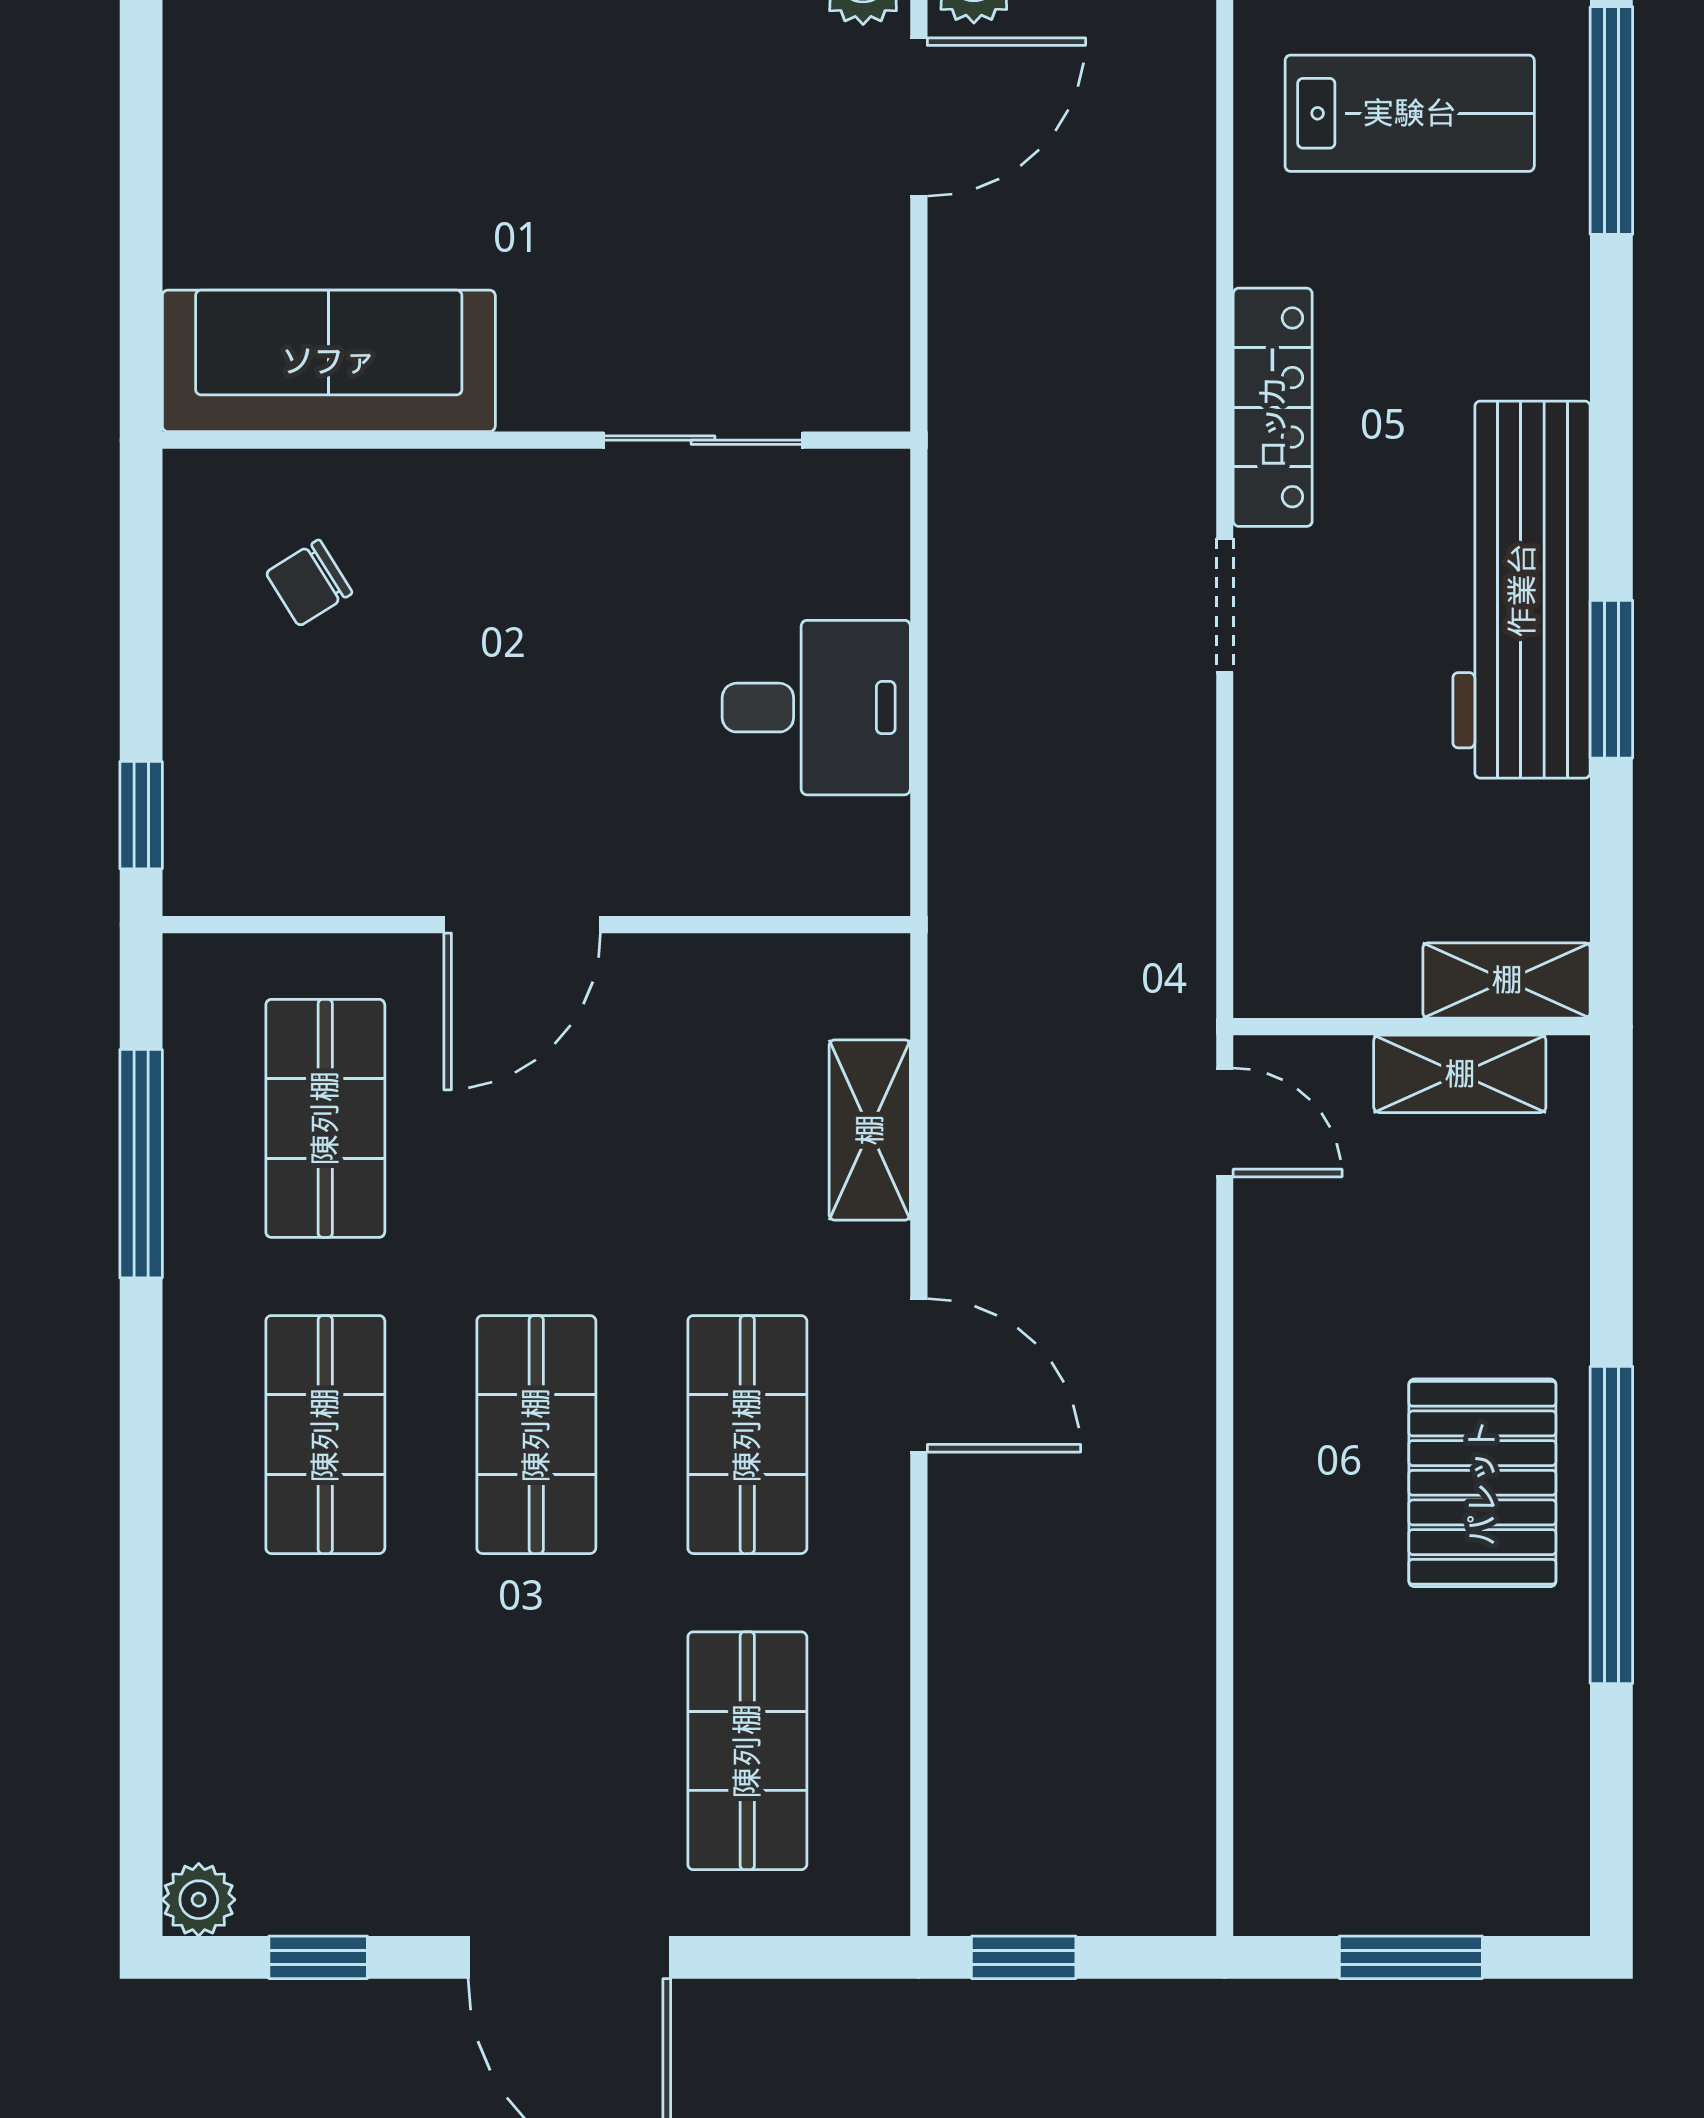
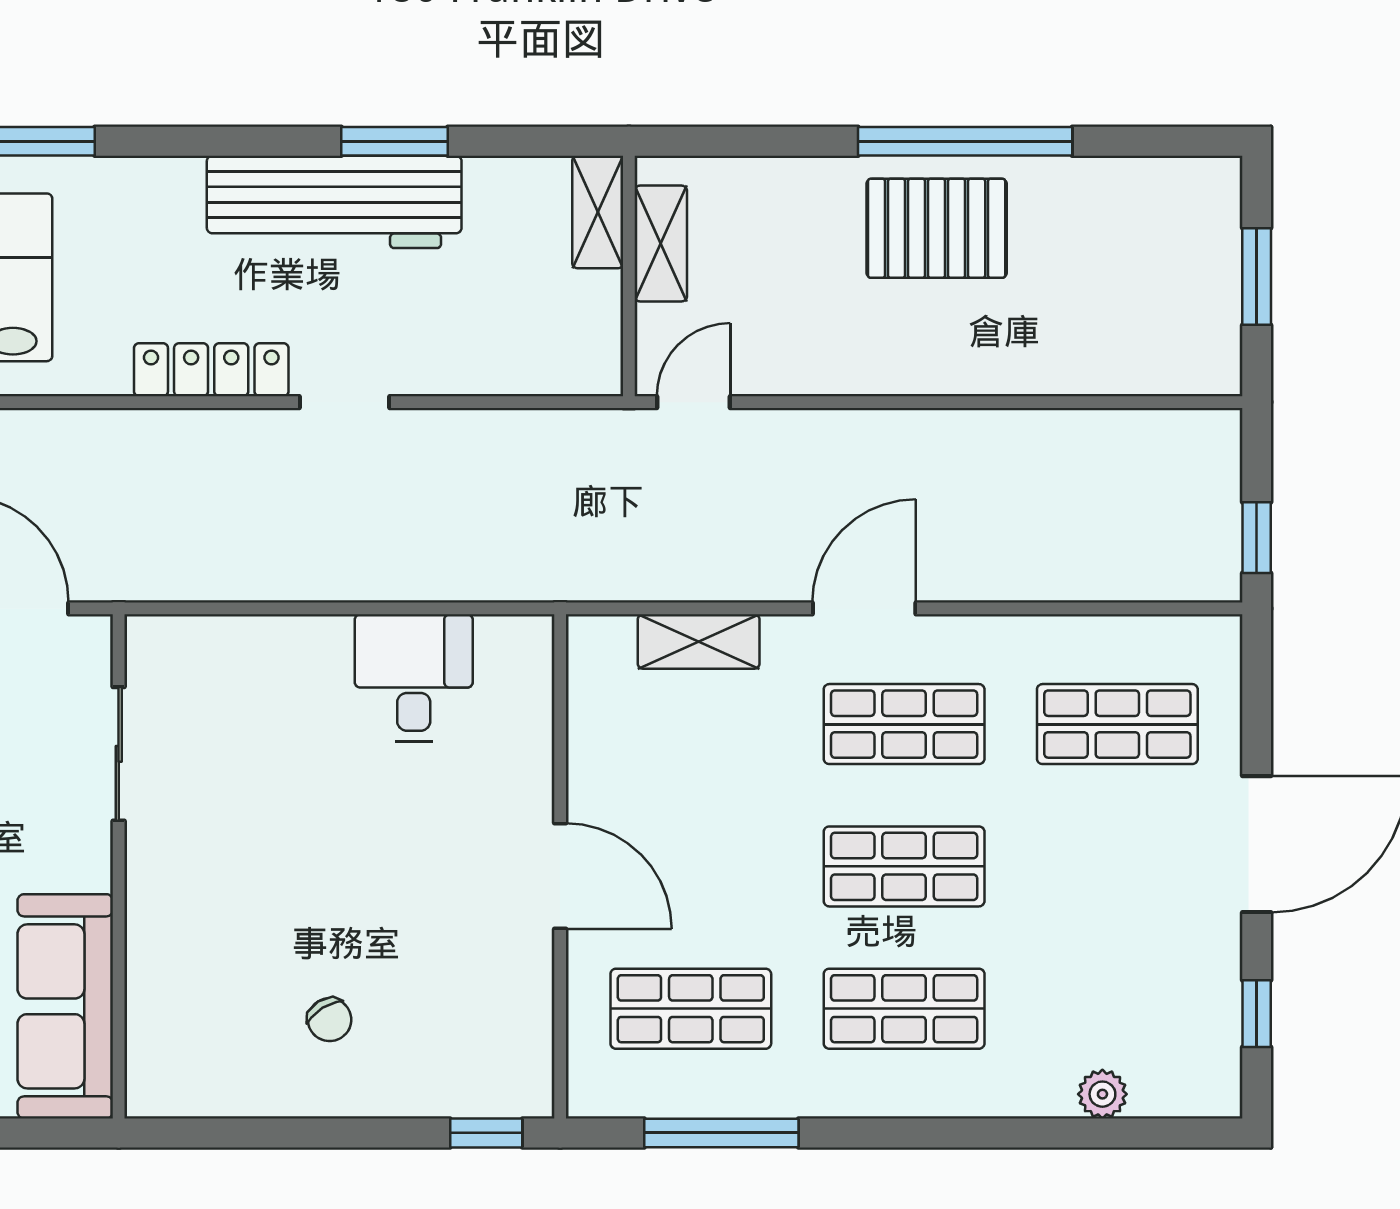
sofa: (329, 361) -> (65, 1006), moved
wall: (536, 440) -> (119, 866), moved
sliding door: (703, 440) -> (119, 754), moved
plant: (199, 1900) -> (1102, 1094), moved

